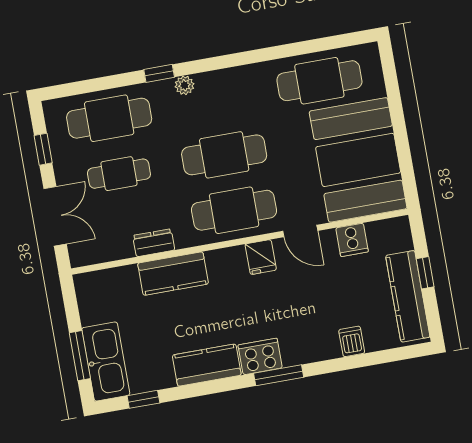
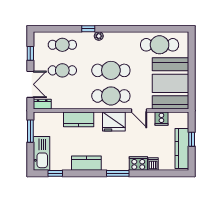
cafe table: (109, 118) -> (62, 45), width x0.73, depth x0.74
dresser: (154, 243) -> (42, 104), moved
fridge: (261, 257) -> (114, 122), width x1.88, depth x1.34
window: (80, 356) -> (30, 131), moved
cooker: (260, 356) -> (138, 164), moved

